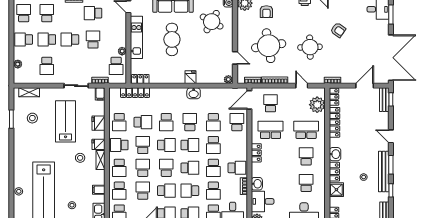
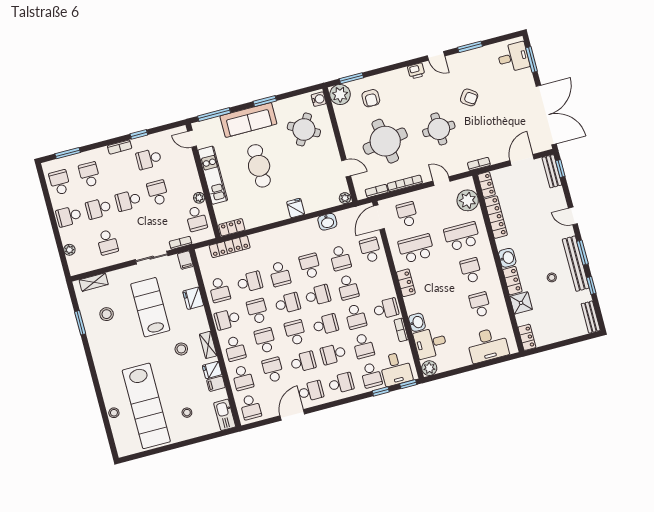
washbasin: (194, 93) -> (327, 222), moved
fridge: (98, 144) -> (212, 370), moved

